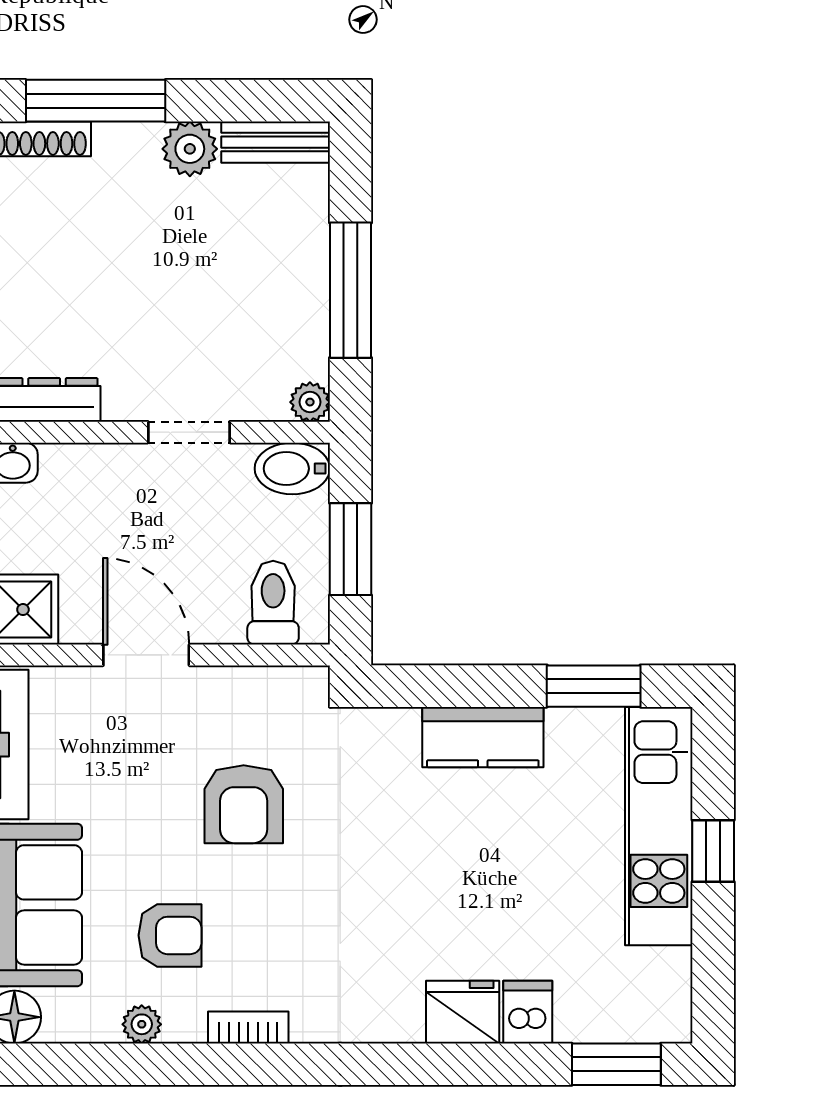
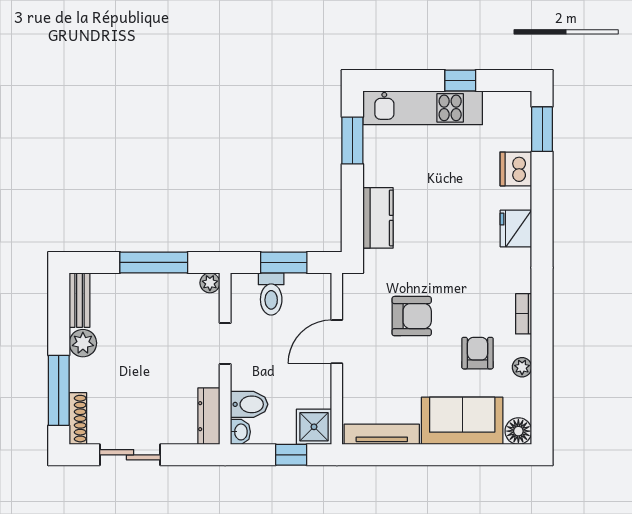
bidet: (292, 469) -> (249, 404), moved, turned -90
toilet: (273, 603) -> (271, 294), moved, turned -90
door: (146, 655) -> (337, 342), moved
kitchen counter: (483, 737) -> (378, 218), moved
window: (713, 851) -> (460, 81), moved
fridge: (463, 1012) -> (516, 229), moved
dishwasher: (528, 1012) -> (516, 169), width x1.38

